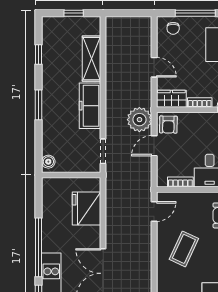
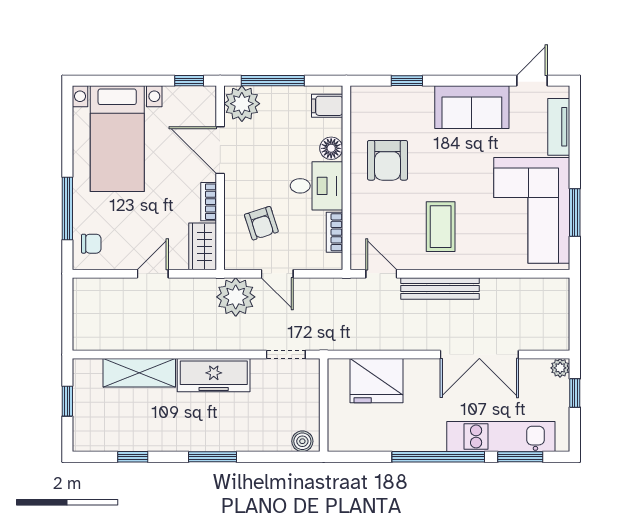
armchair: (168, 125) -> (261, 223), moved, turned 71
bench: (145, 249) -> (440, 288), added
coffee table: (184, 249) -> (441, 227), turned 65

